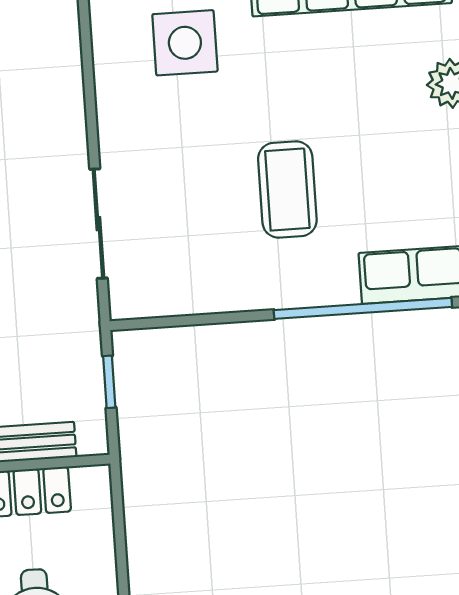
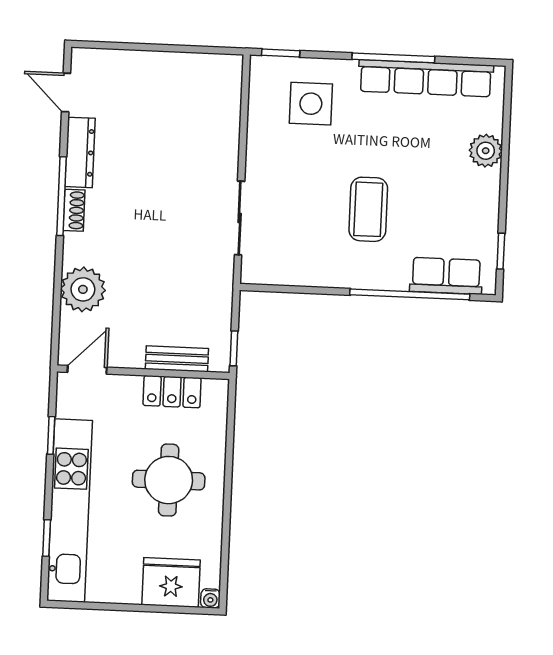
window: (109, 382) -> (234, 348), moved

